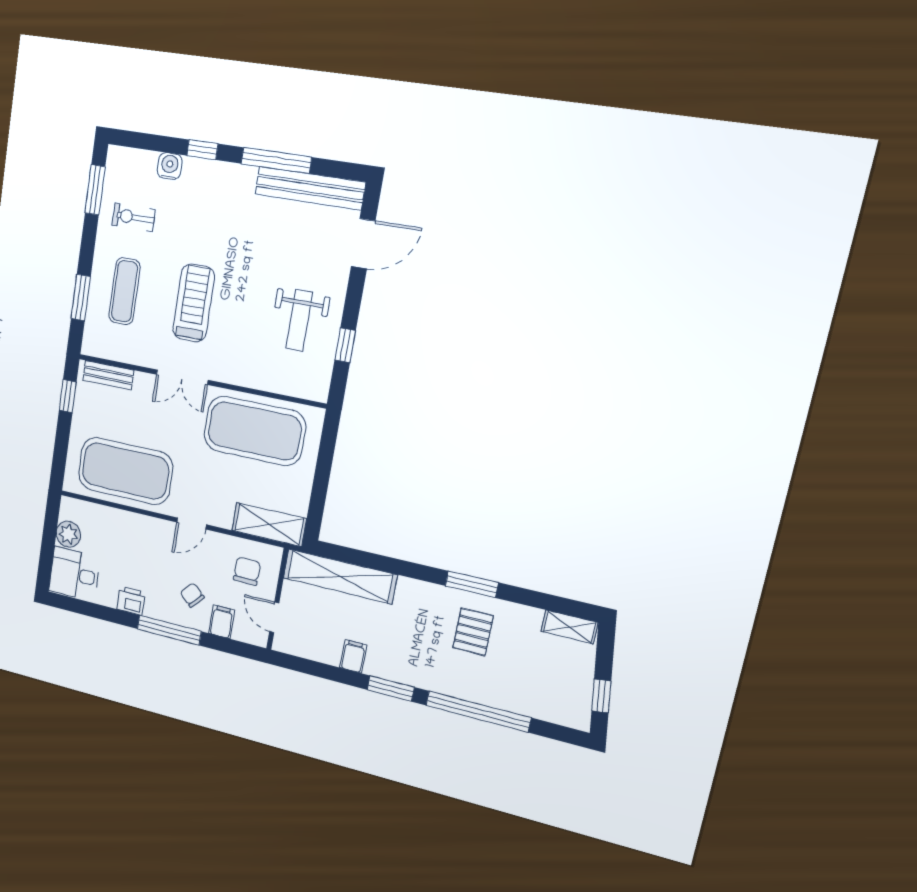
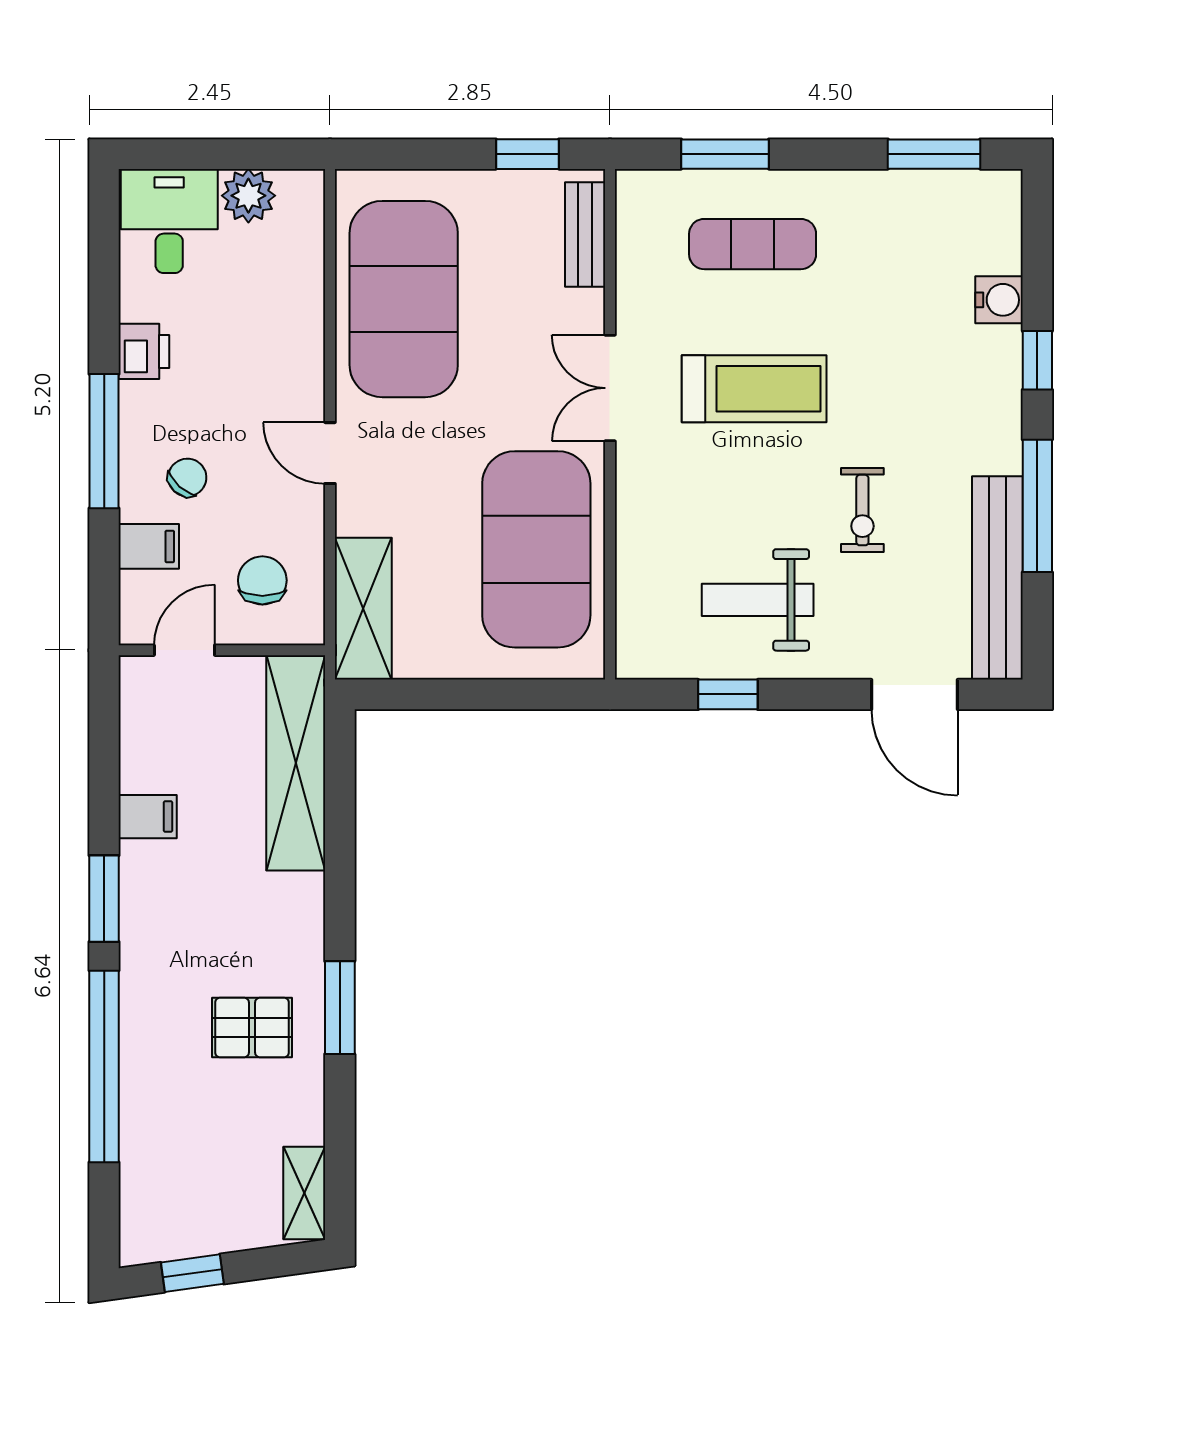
exercise bike: (134, 217) -> (862, 510), moved, turned 180
chair: (247, 571) -> (262, 580), turned -91

